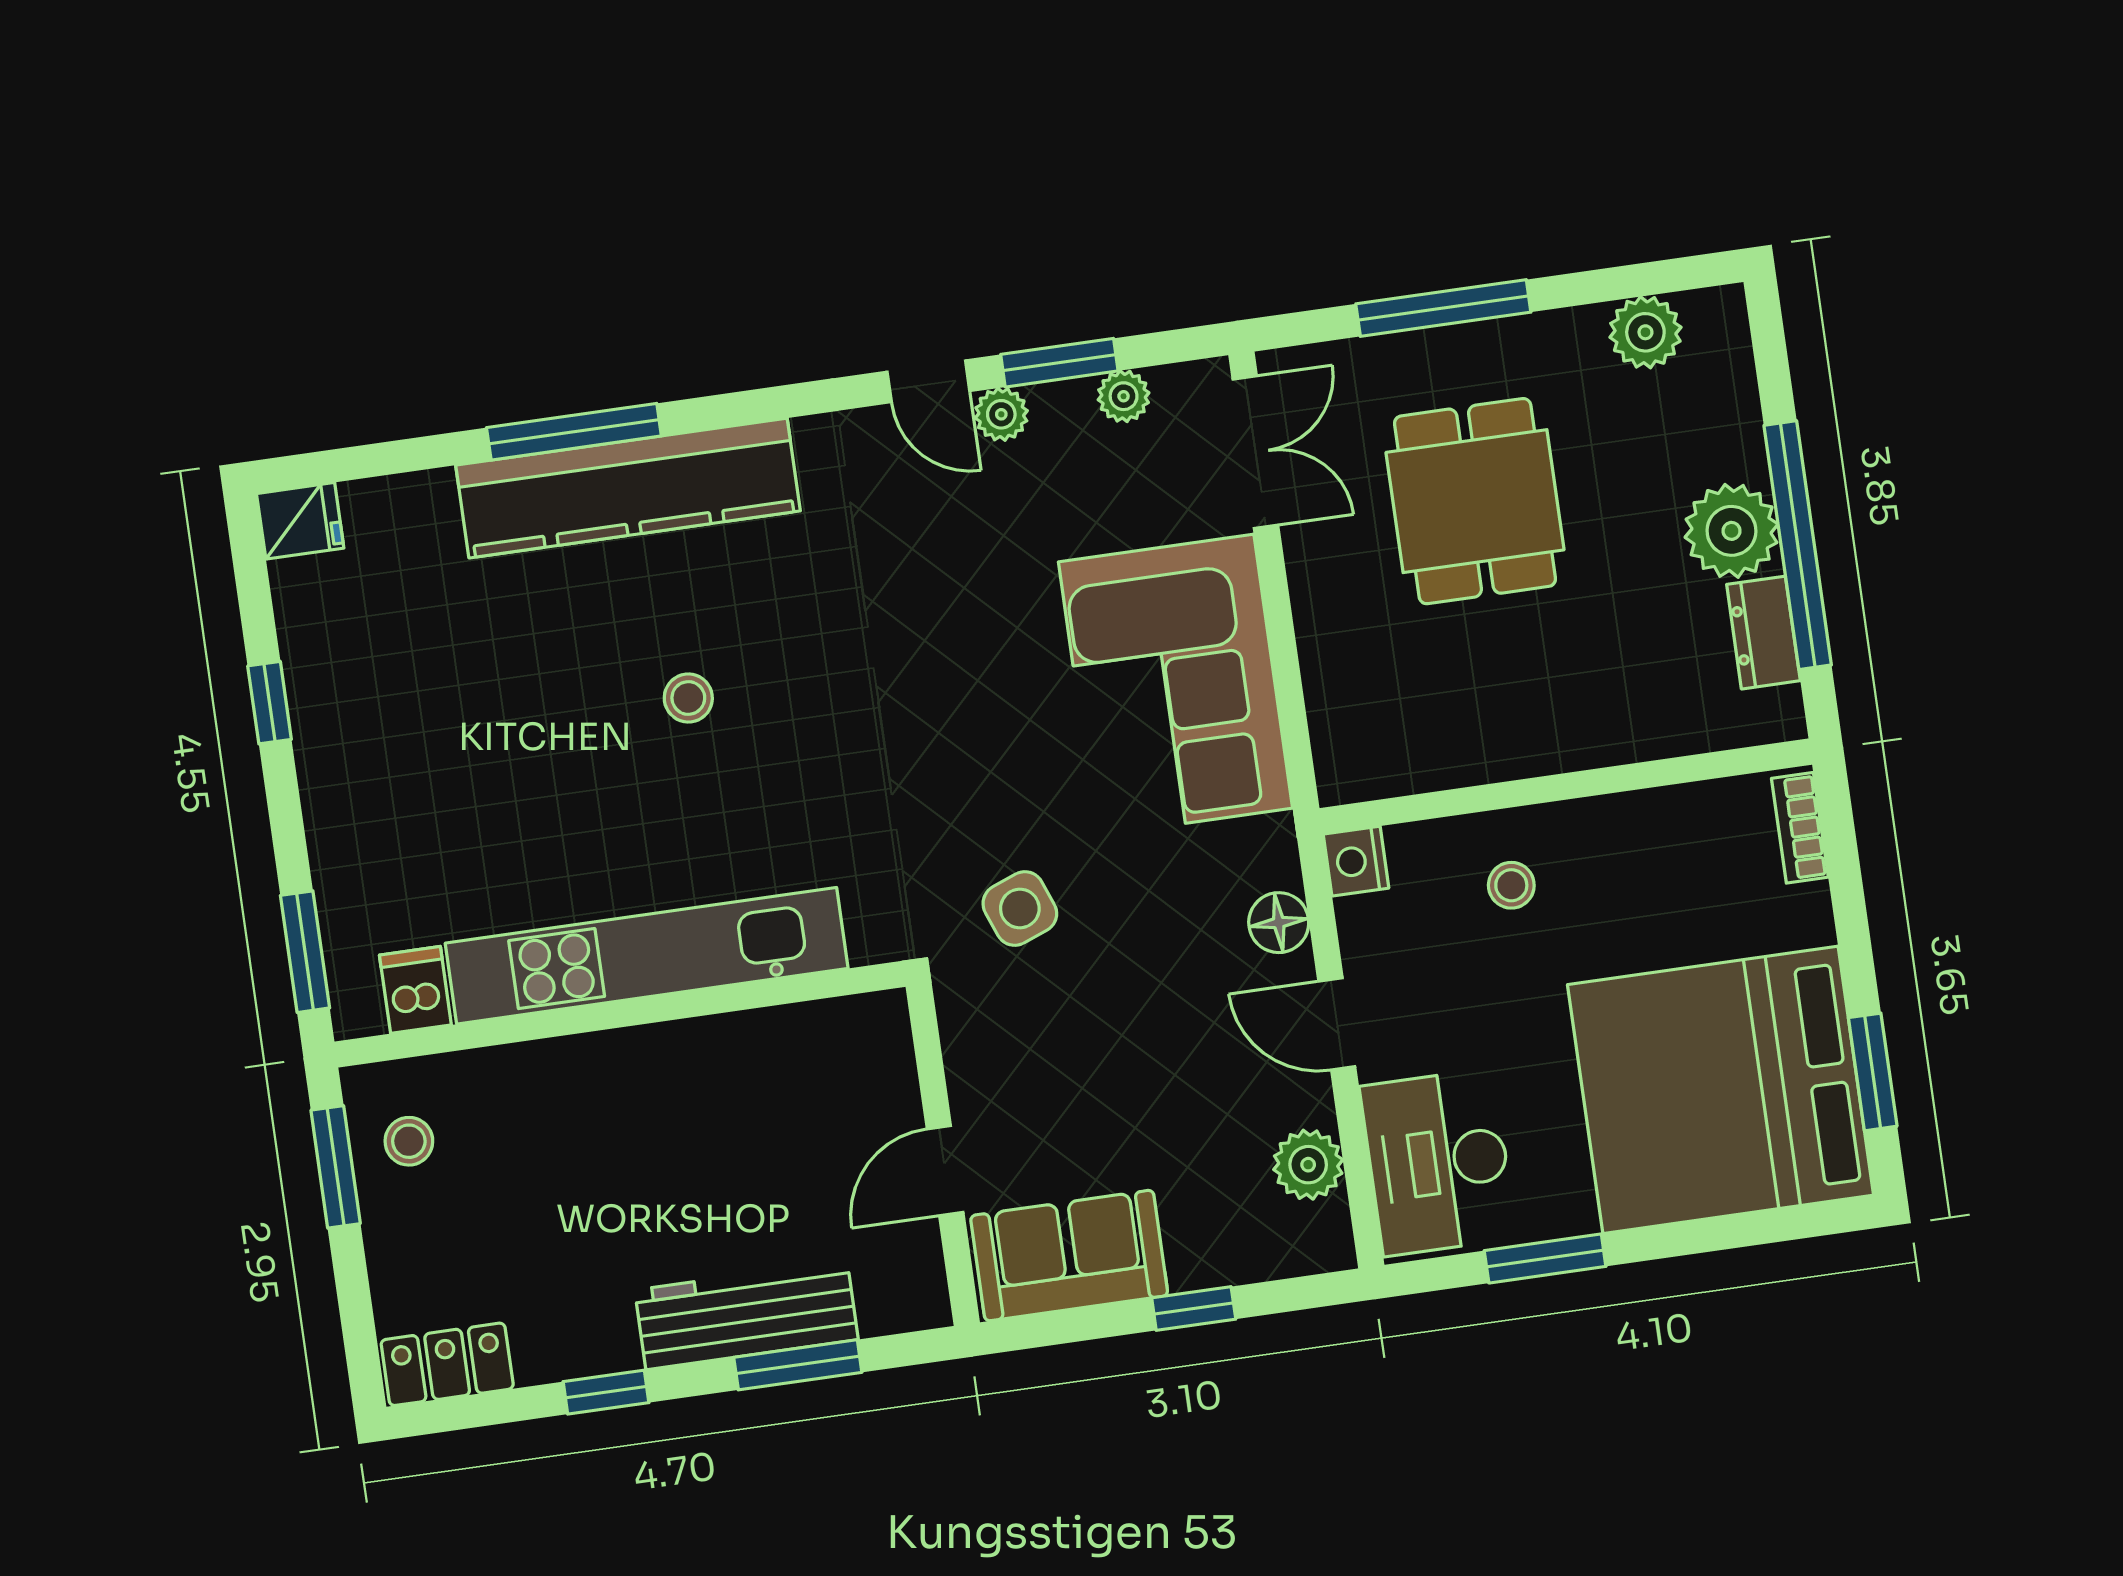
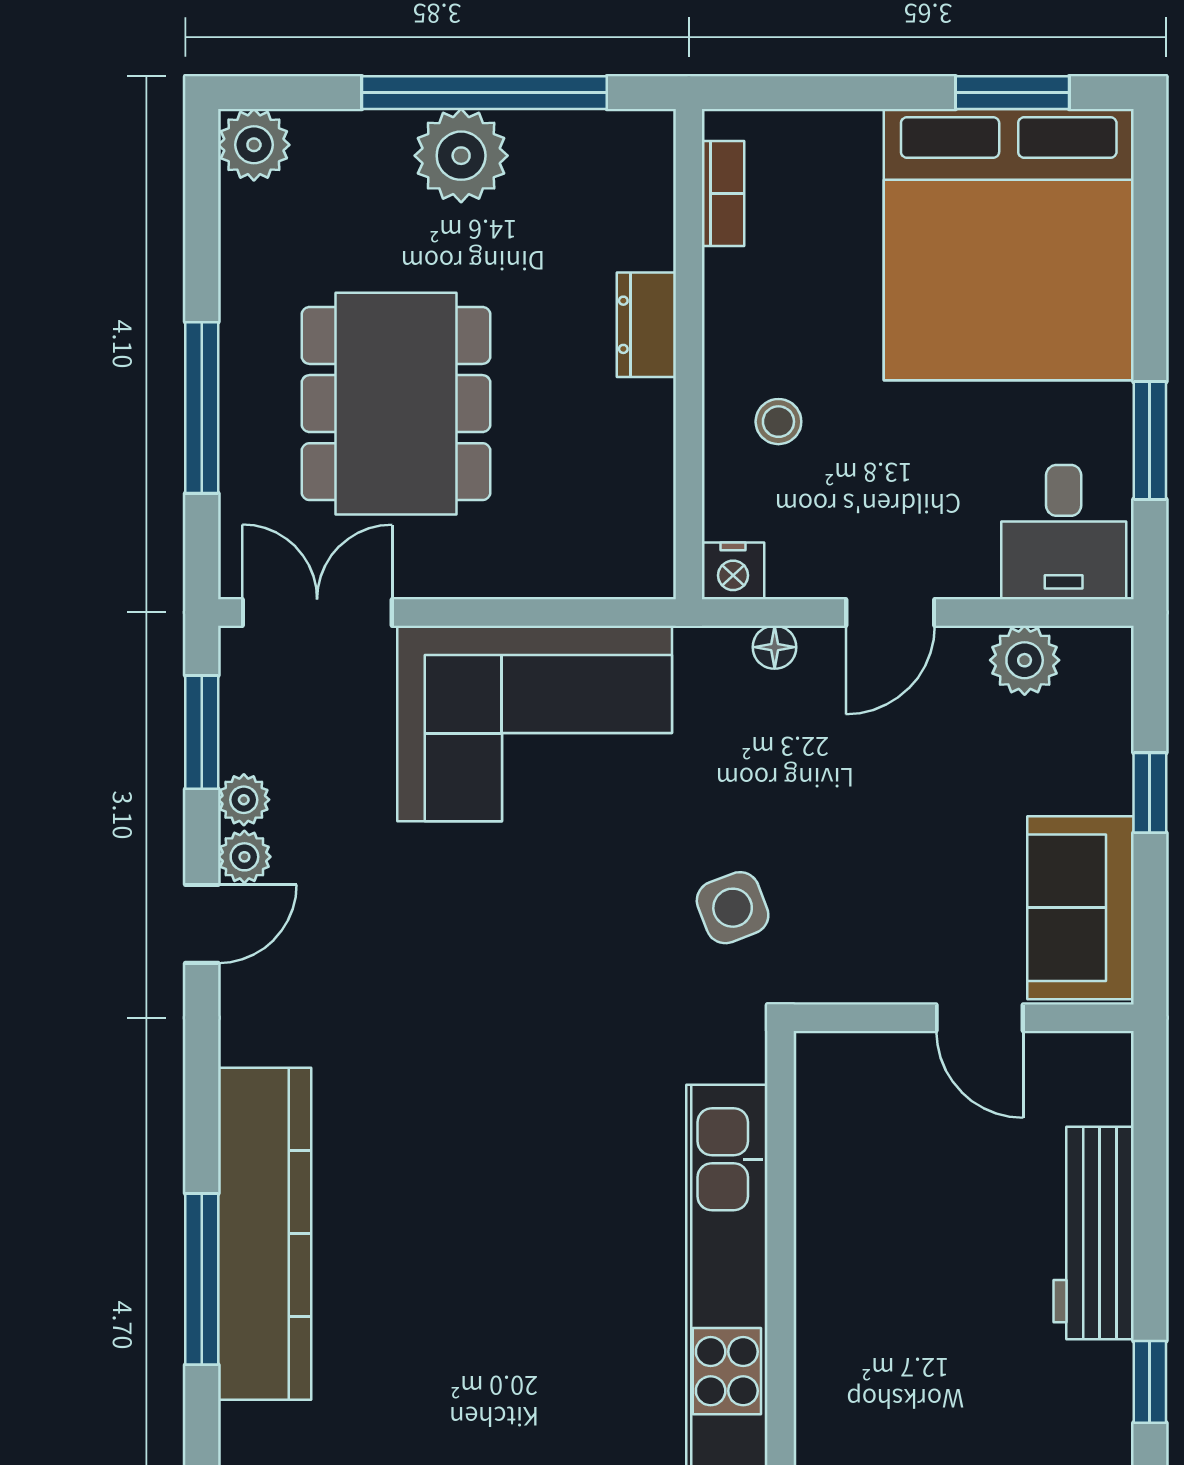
plant: (1645, 332) -> (254, 145), moved
window: (1059, 363) -> (202, 732), moved
plant: (1124, 396) -> (244, 800), moved
dining table: (1475, 501) -> (396, 404), width x1.37
dresser: (1763, 633) -> (646, 325), moved, turned 90
stool: (688, 698) -> (479, 1204), removed
bookcase: (1800, 828) -> (723, 194), moved, turned -90
floor lamp: (1279, 923) -> (775, 647), width x0.73, depth x0.73
desk: (1438, 1162) -> (1064, 532), width x0.73
window: (798, 1365) -> (1150, 1190), removed

